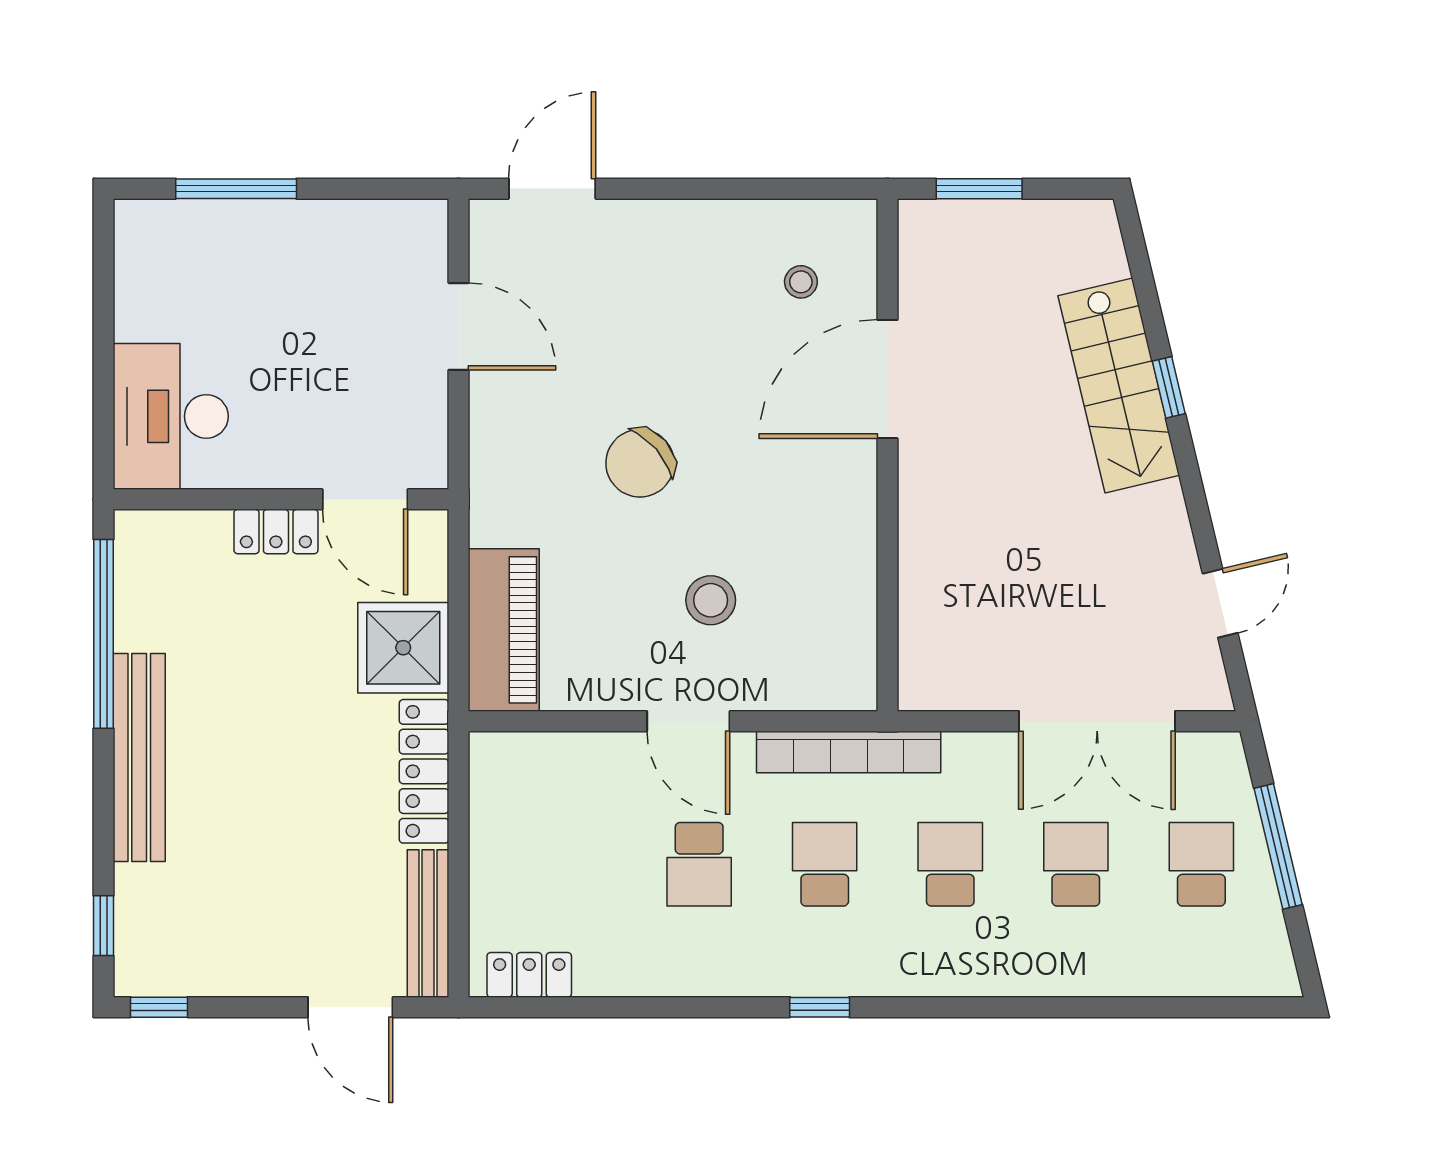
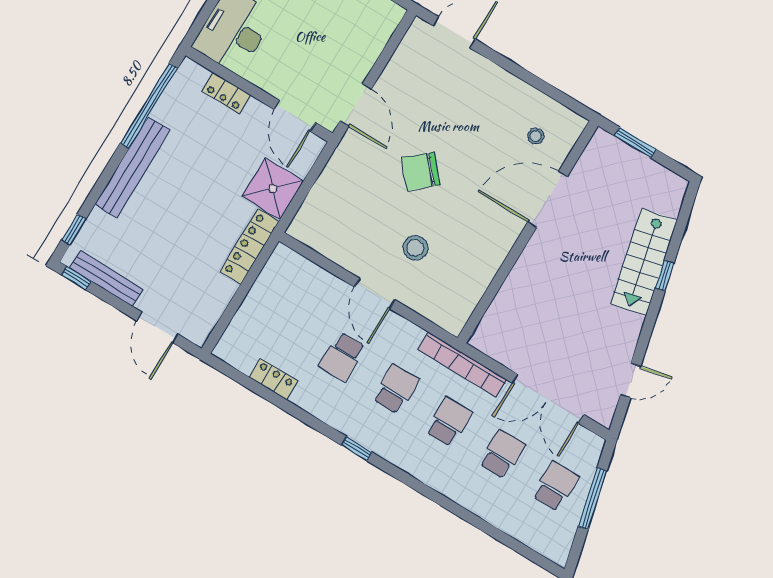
door: (459, 326) -> (356, 105), moved
locker: (276, 532) -> (226, 93), moved
piano: (504, 630) -> (320, 207), removed
bookcase: (849, 752) -> (462, 365), moved
bench: (428, 923) -> (106, 279), moved, turned 90
locker: (529, 975) -> (273, 379), moved

